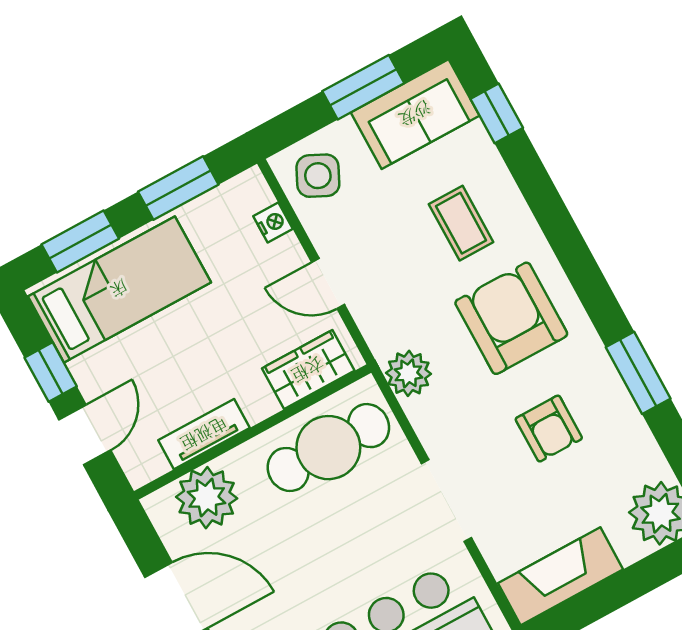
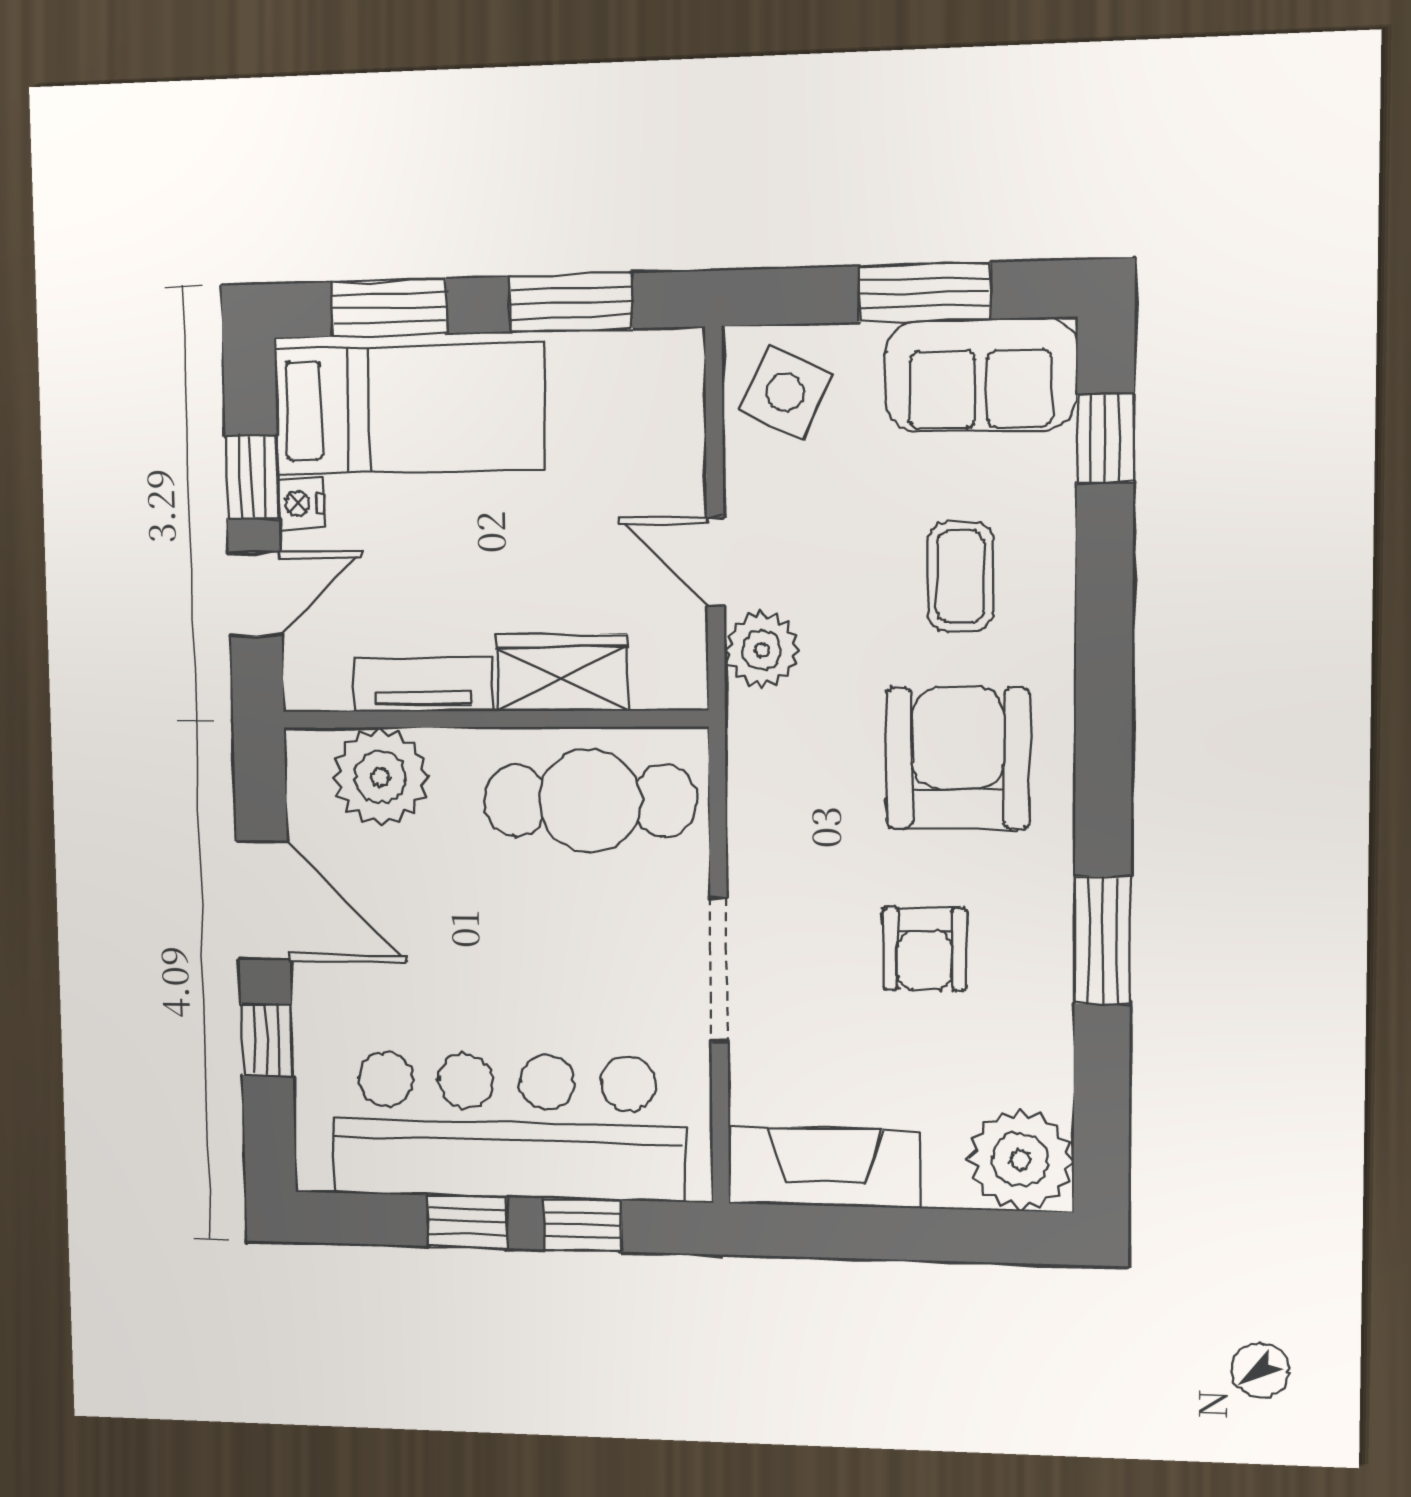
nightstand: (273, 223) -> (301, 504), moved, turned 180
wardrobe: (308, 370) -> (562, 673), moved
plant: (408, 373) -> (762, 650), moved

